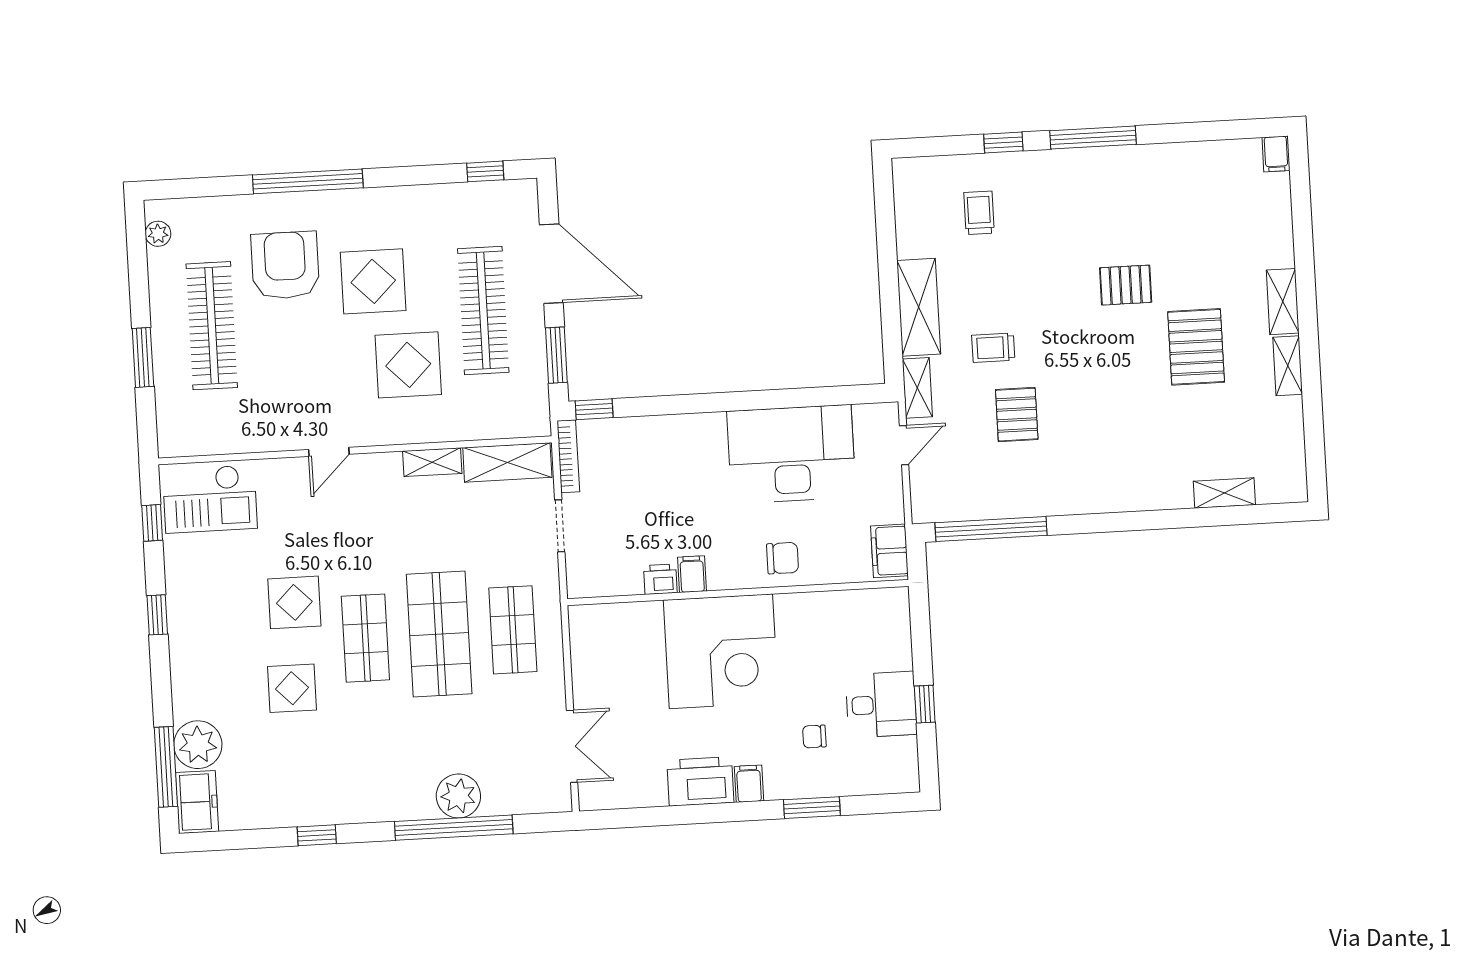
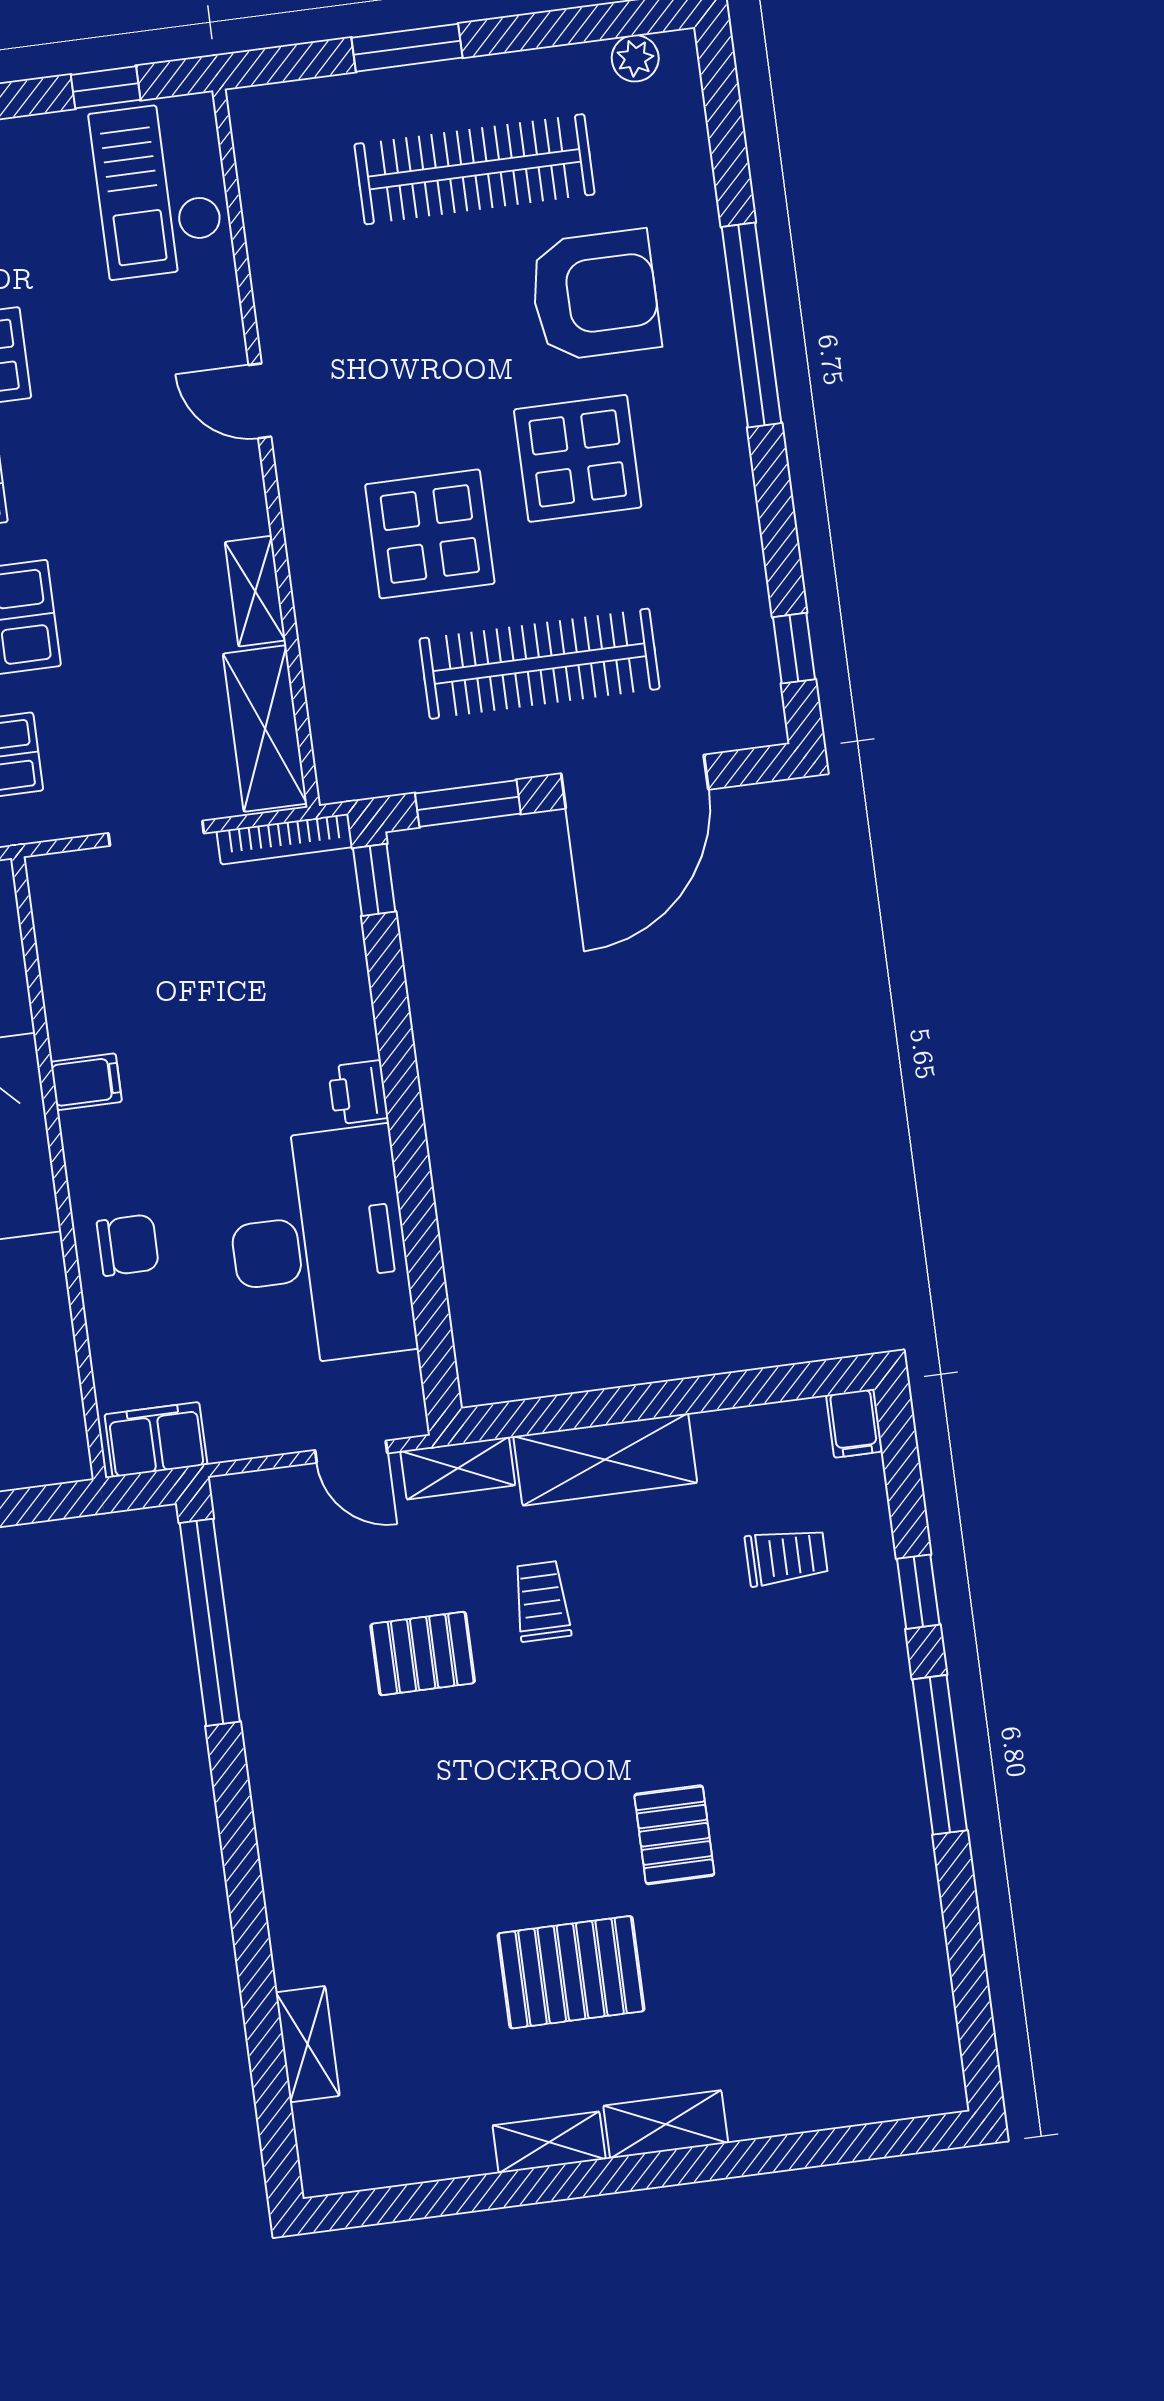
filing cabinet: (1276, 154) -> (854, 1423), moved, turned -90
chair: (783, 558) -> (128, 1245), turned -90
printer: (660, 579) -> (358, 1092), moved, turned 180

